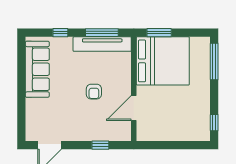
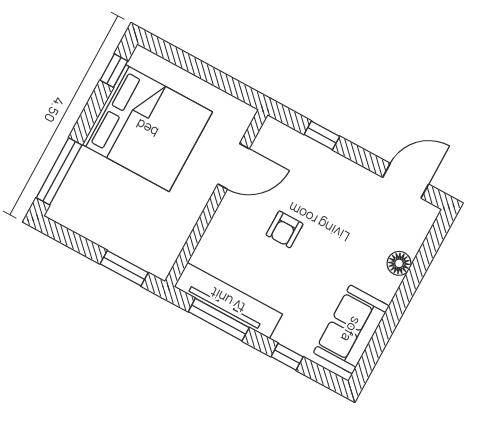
bed: (163, 61) -> (147, 128), moved, turned 180
sofa: (37, 69) -> (351, 329), width x0.73
armchair: (94, 92) -> (285, 229), turned 180
floor lamp: (32, 105) -> (399, 263), added

